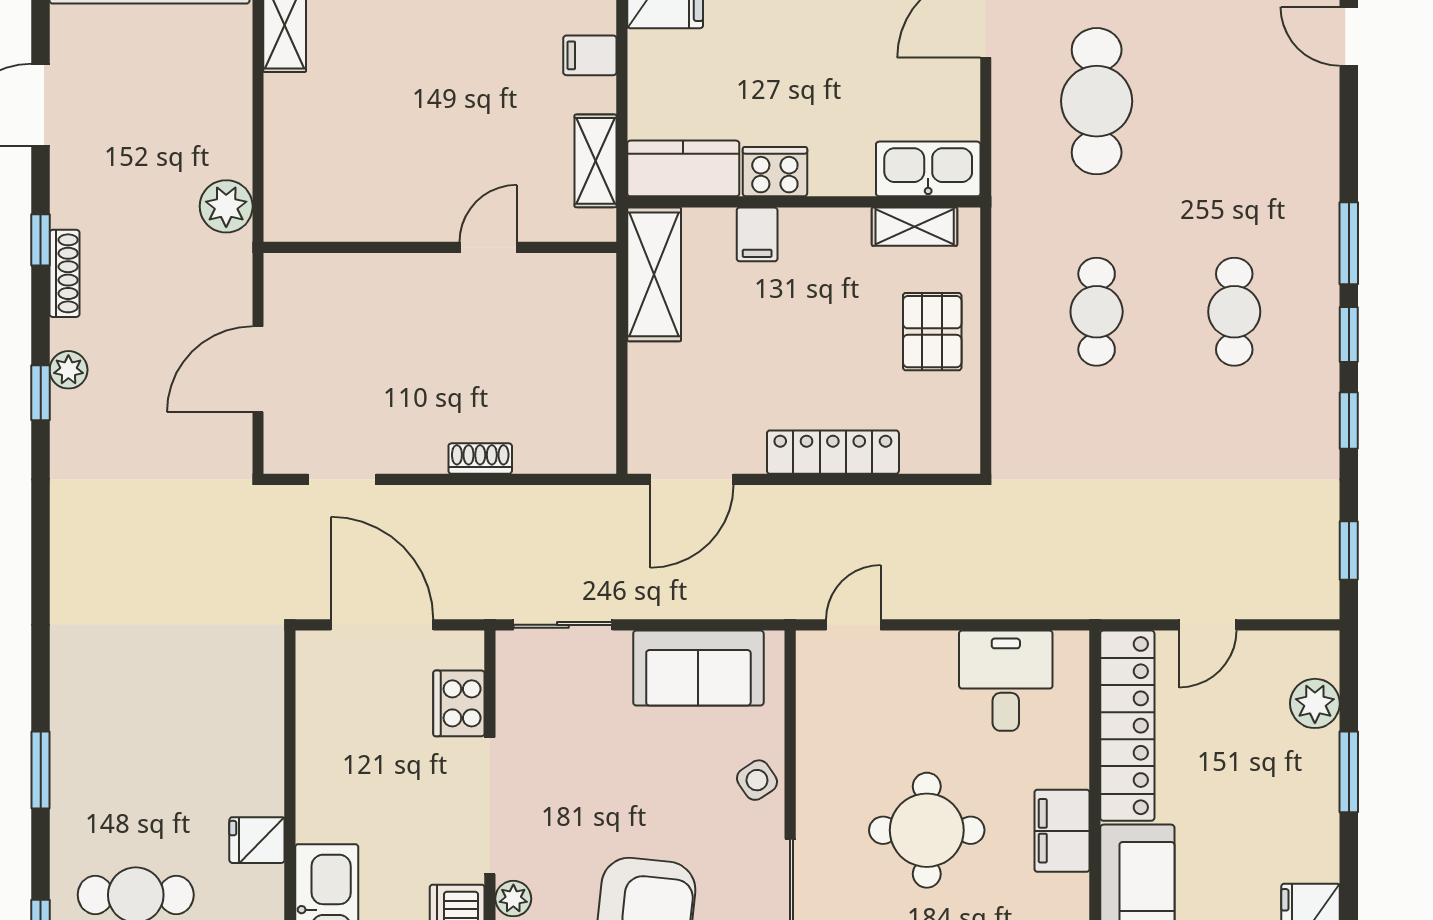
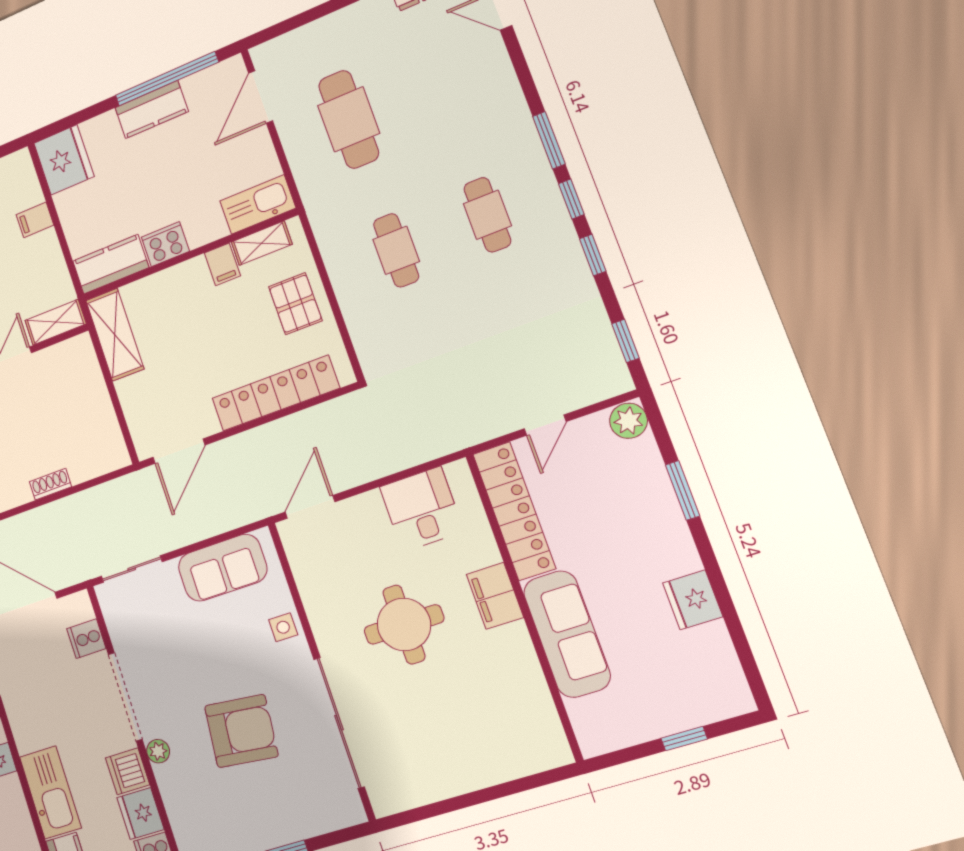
shelving: (596, 161) -> (56, 322), moved, turned 90
filing cabinet: (757, 234) -> (222, 264), moved
locker: (833, 452) -> (275, 393), width x1.41, depth x1.21
door: (853, 625) -> (310, 507), width x1.38
cooker: (459, 703) -> (86, 639), width x0.73
plant: (1315, 703) -> (628, 421), moved
side table: (757, 780) -> (283, 627), turned 34

